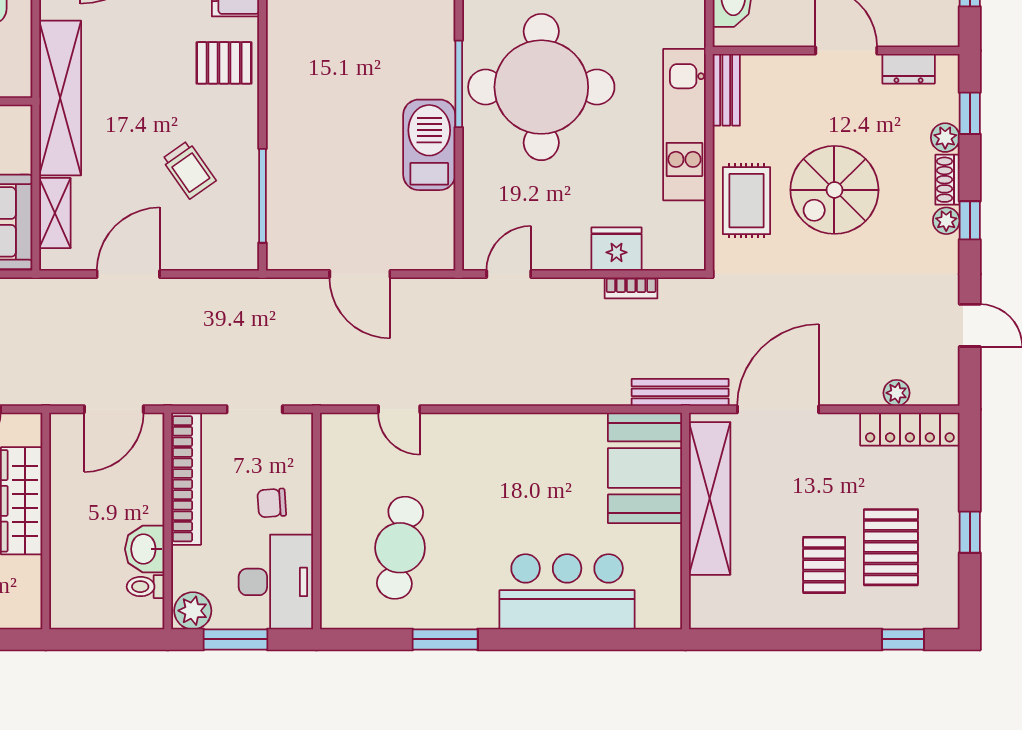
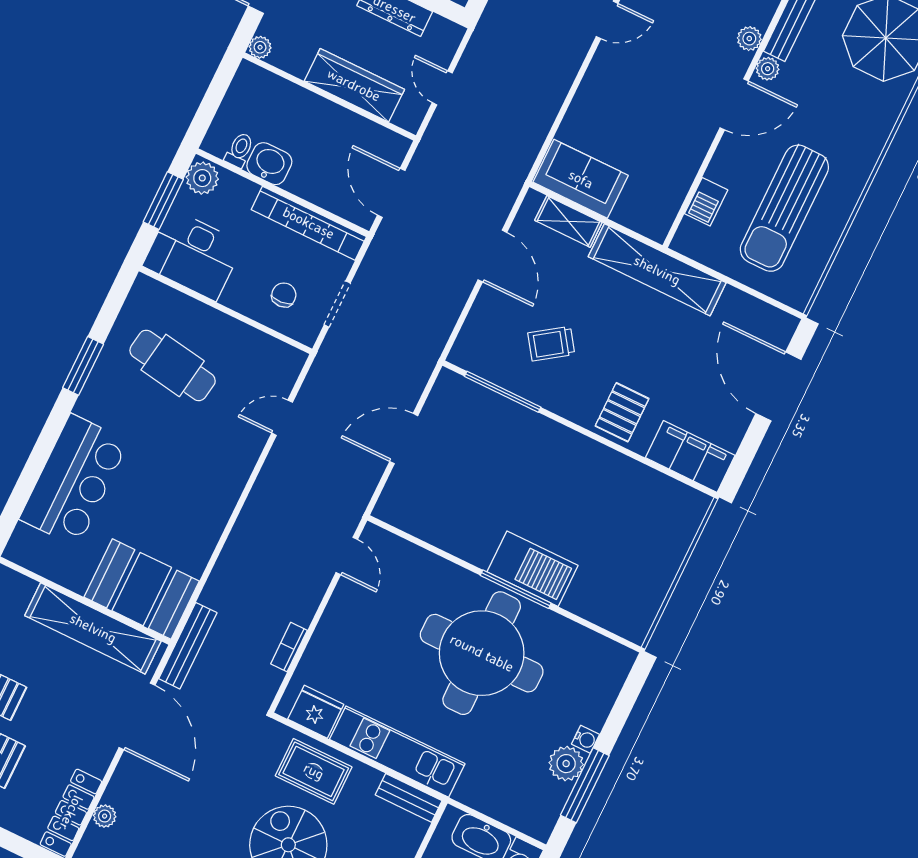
barbecue: (429, 145) -> (533, 569), moved
fridge: (616, 249) -> (316, 712), moved, turned -90
chair: (272, 503) -> (284, 295), moved
plant: (30, 617) -> (260, 47), added

